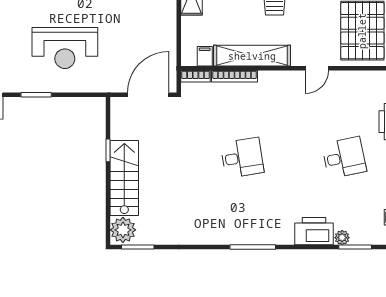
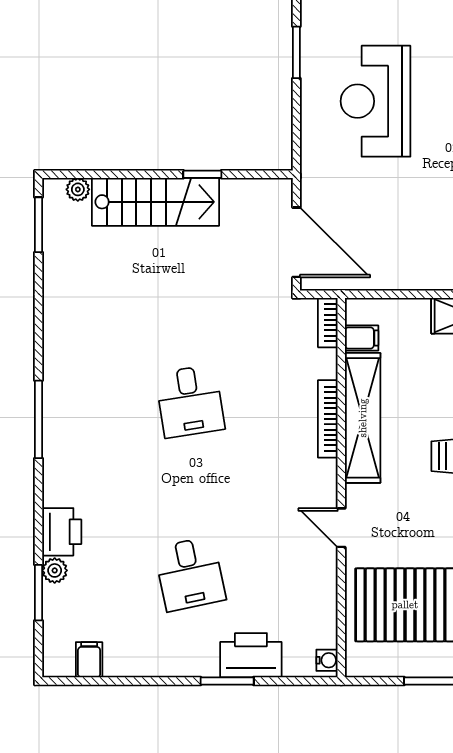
bookcase: (235, 76) -> (328, 419), moved
plant: (123, 230) -> (78, 189), width x0.53, depth x0.53
printer: (314, 231) -> (62, 532), width x0.73, depth x0.84

